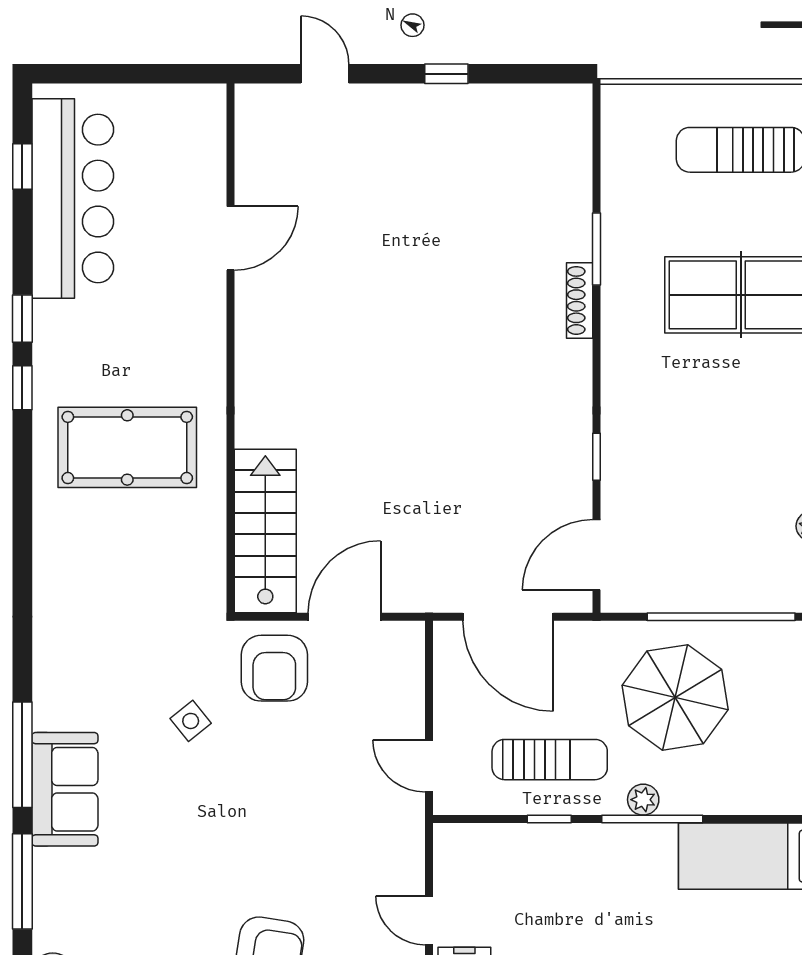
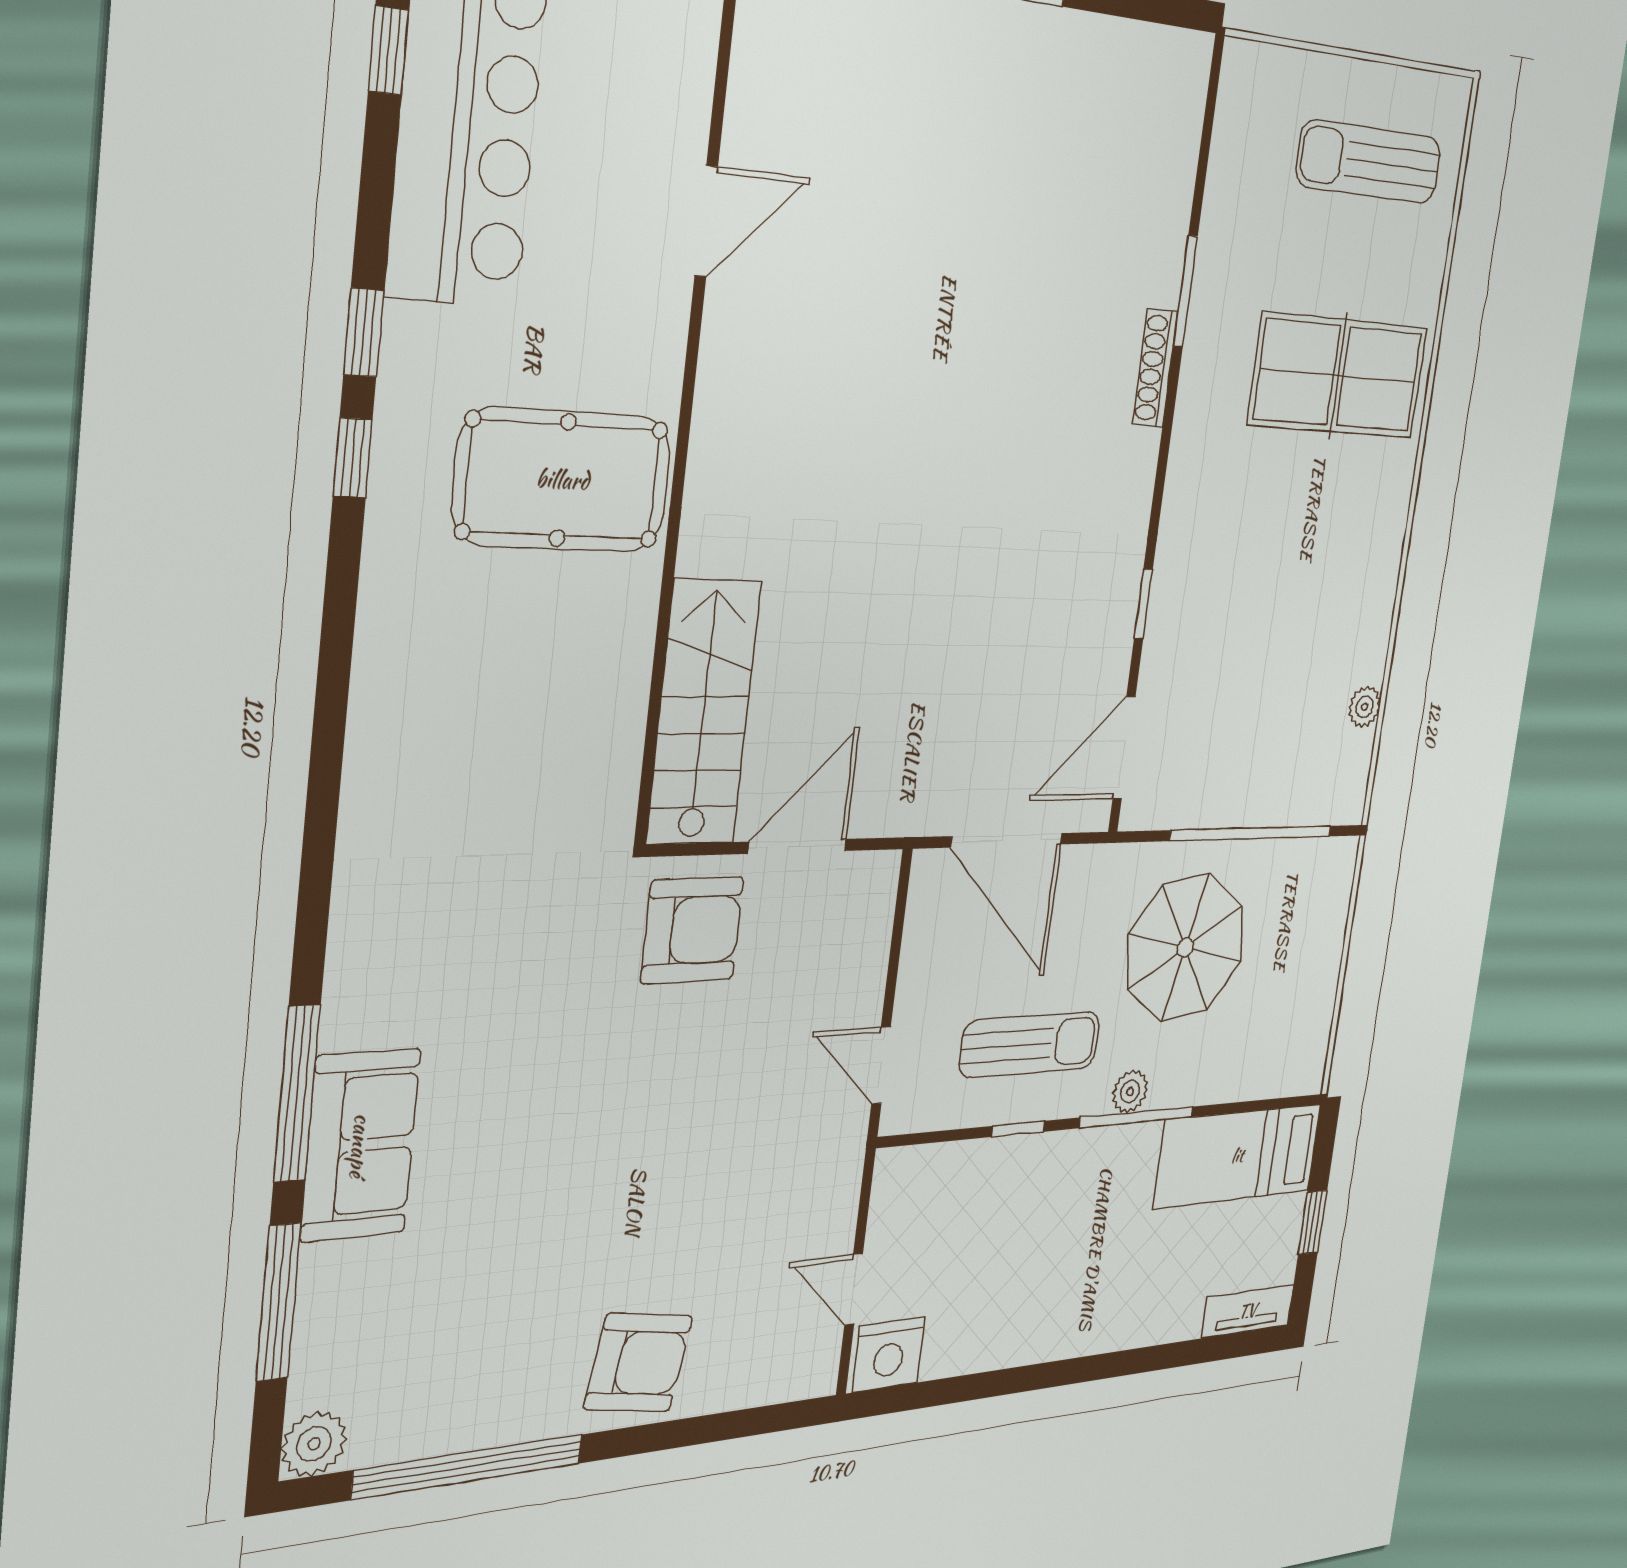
pool table: (127, 447) -> (563, 480), moved
armchair: (274, 668) -> (692, 930), turned -90
side table: (191, 721) -> (563, 1020), removed

